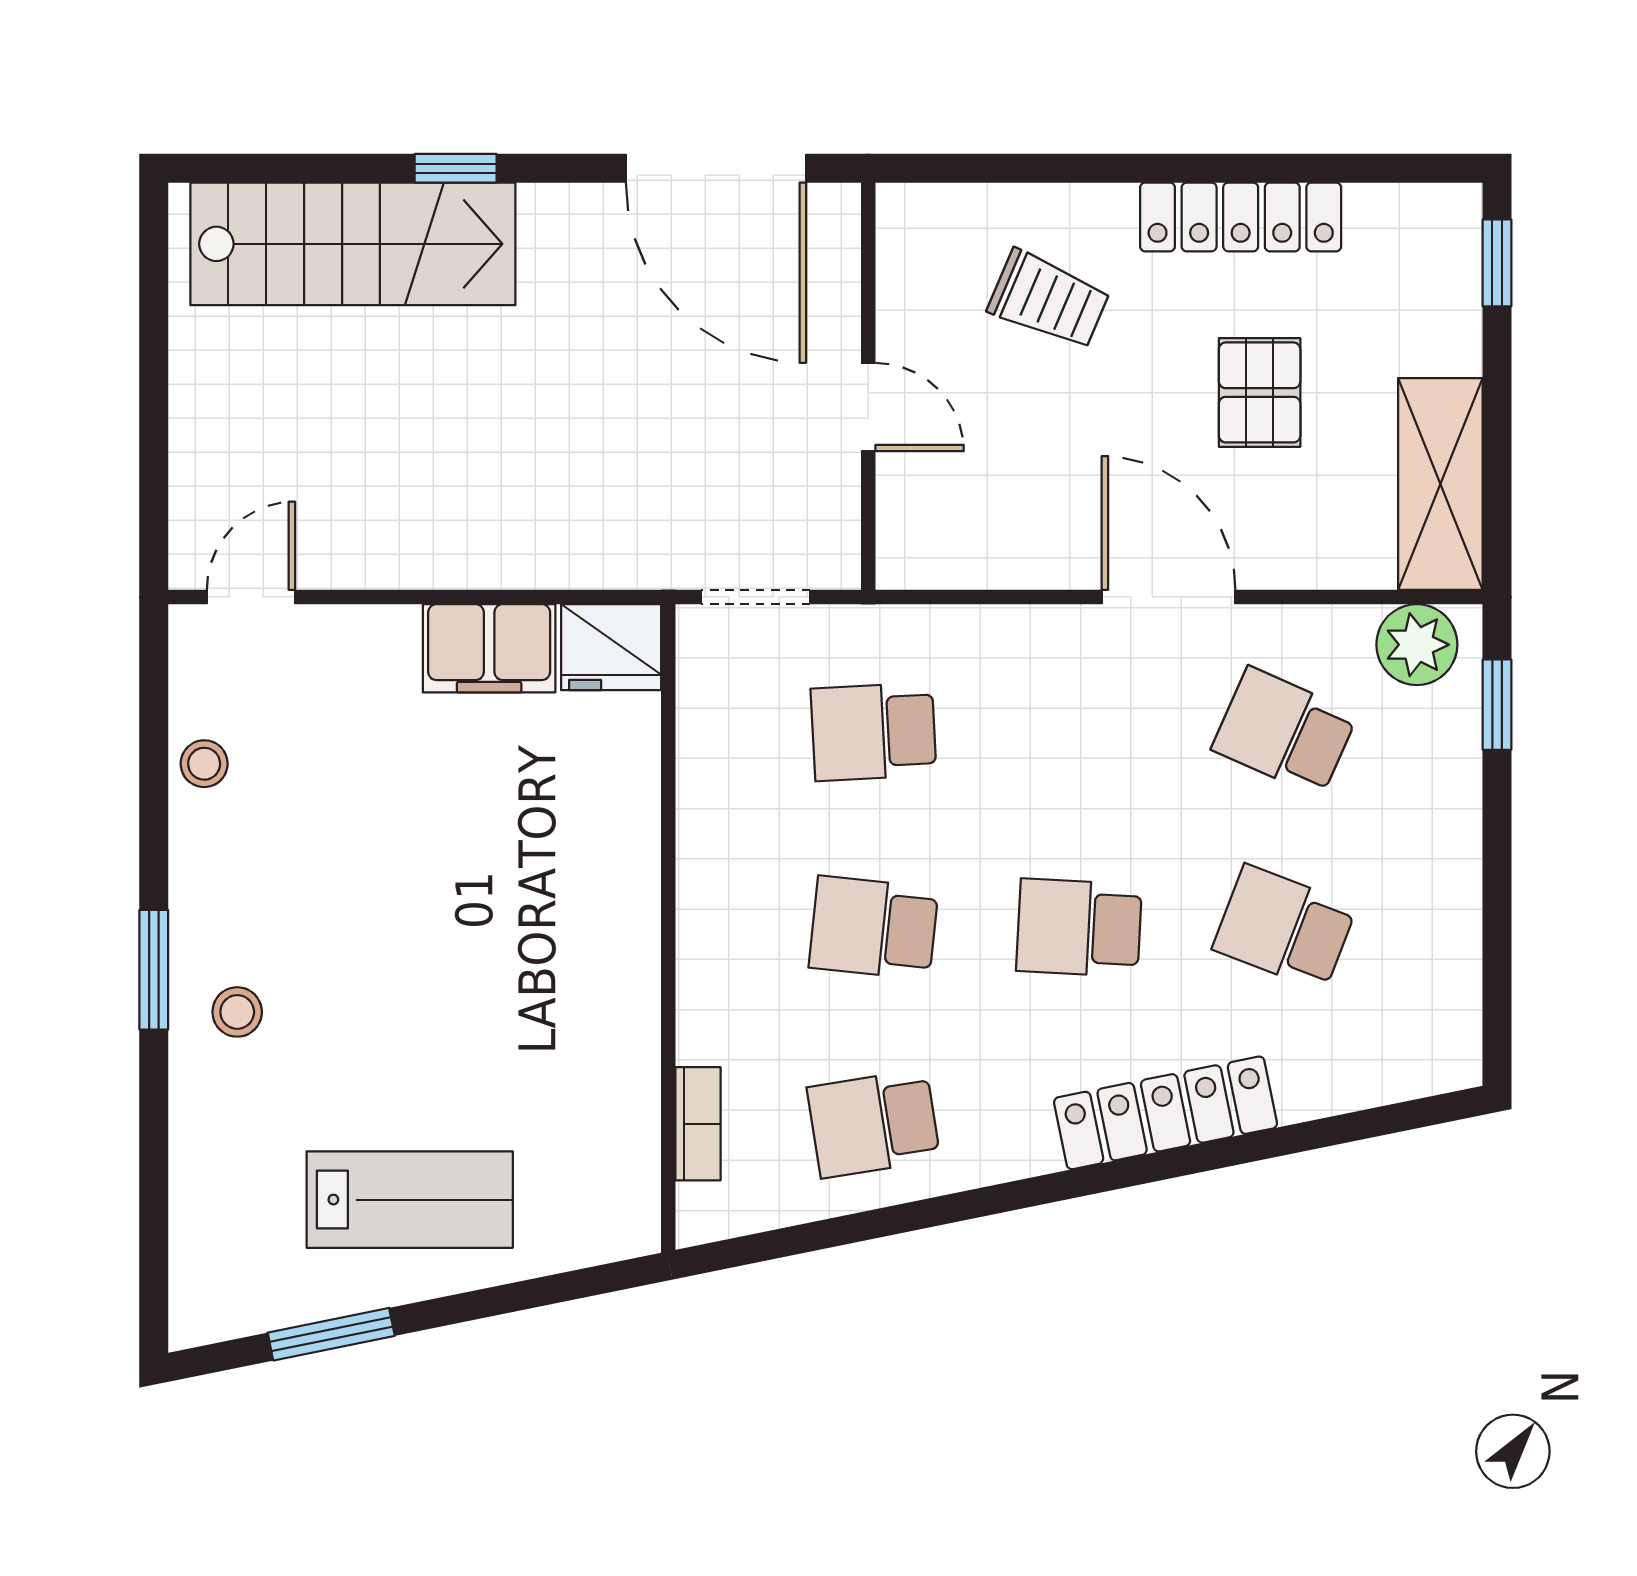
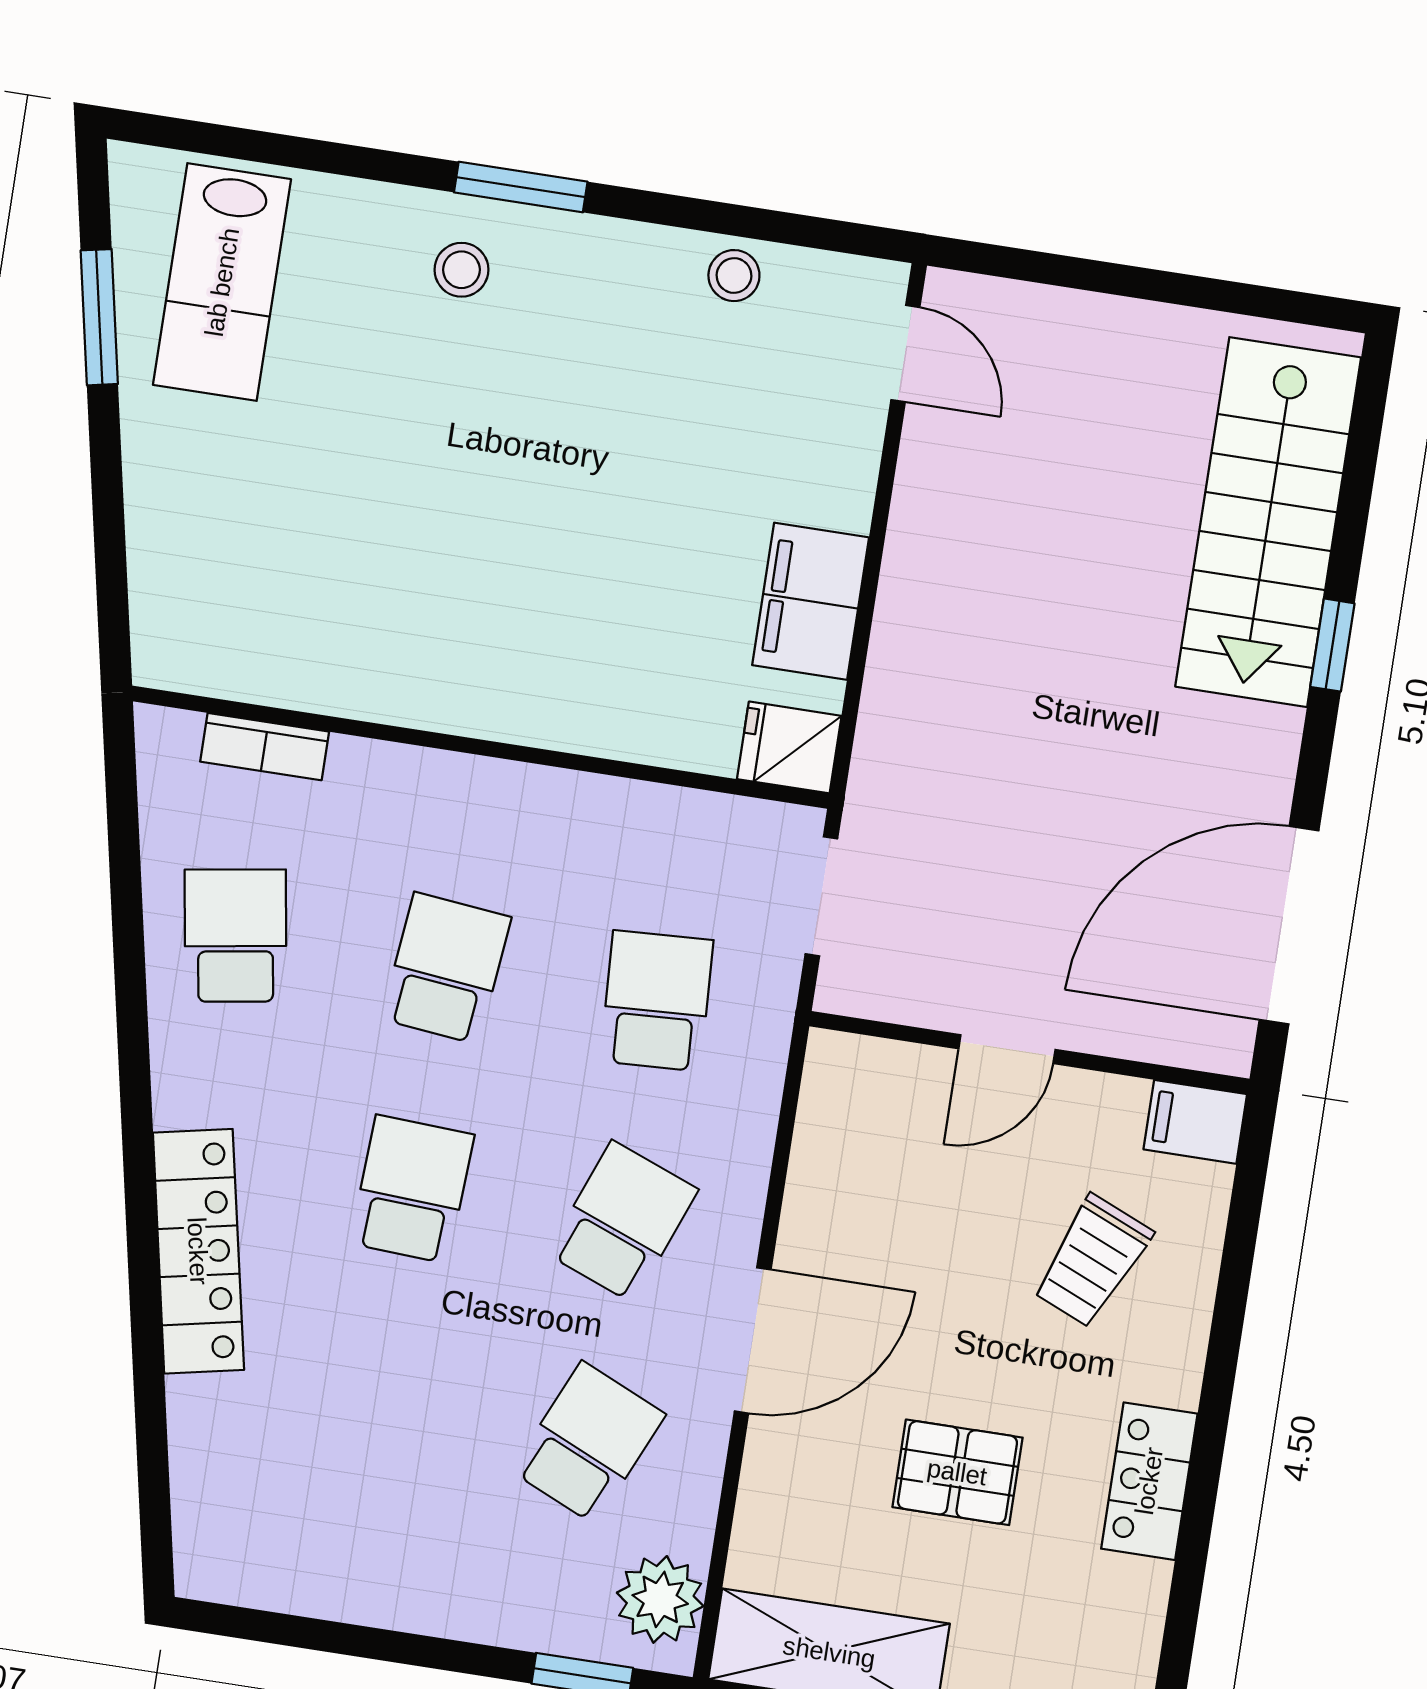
locker: (1241, 217) -> (1149, 1481), width x0.66
filing cabinet: (908, 226) -> (1195, 1122), added
fridge: (611, 647) -> (789, 747), width x0.72
school desk: (1285, 928) -> (623, 1222), moved
lab bench: (410, 1200) -> (222, 282), moved

